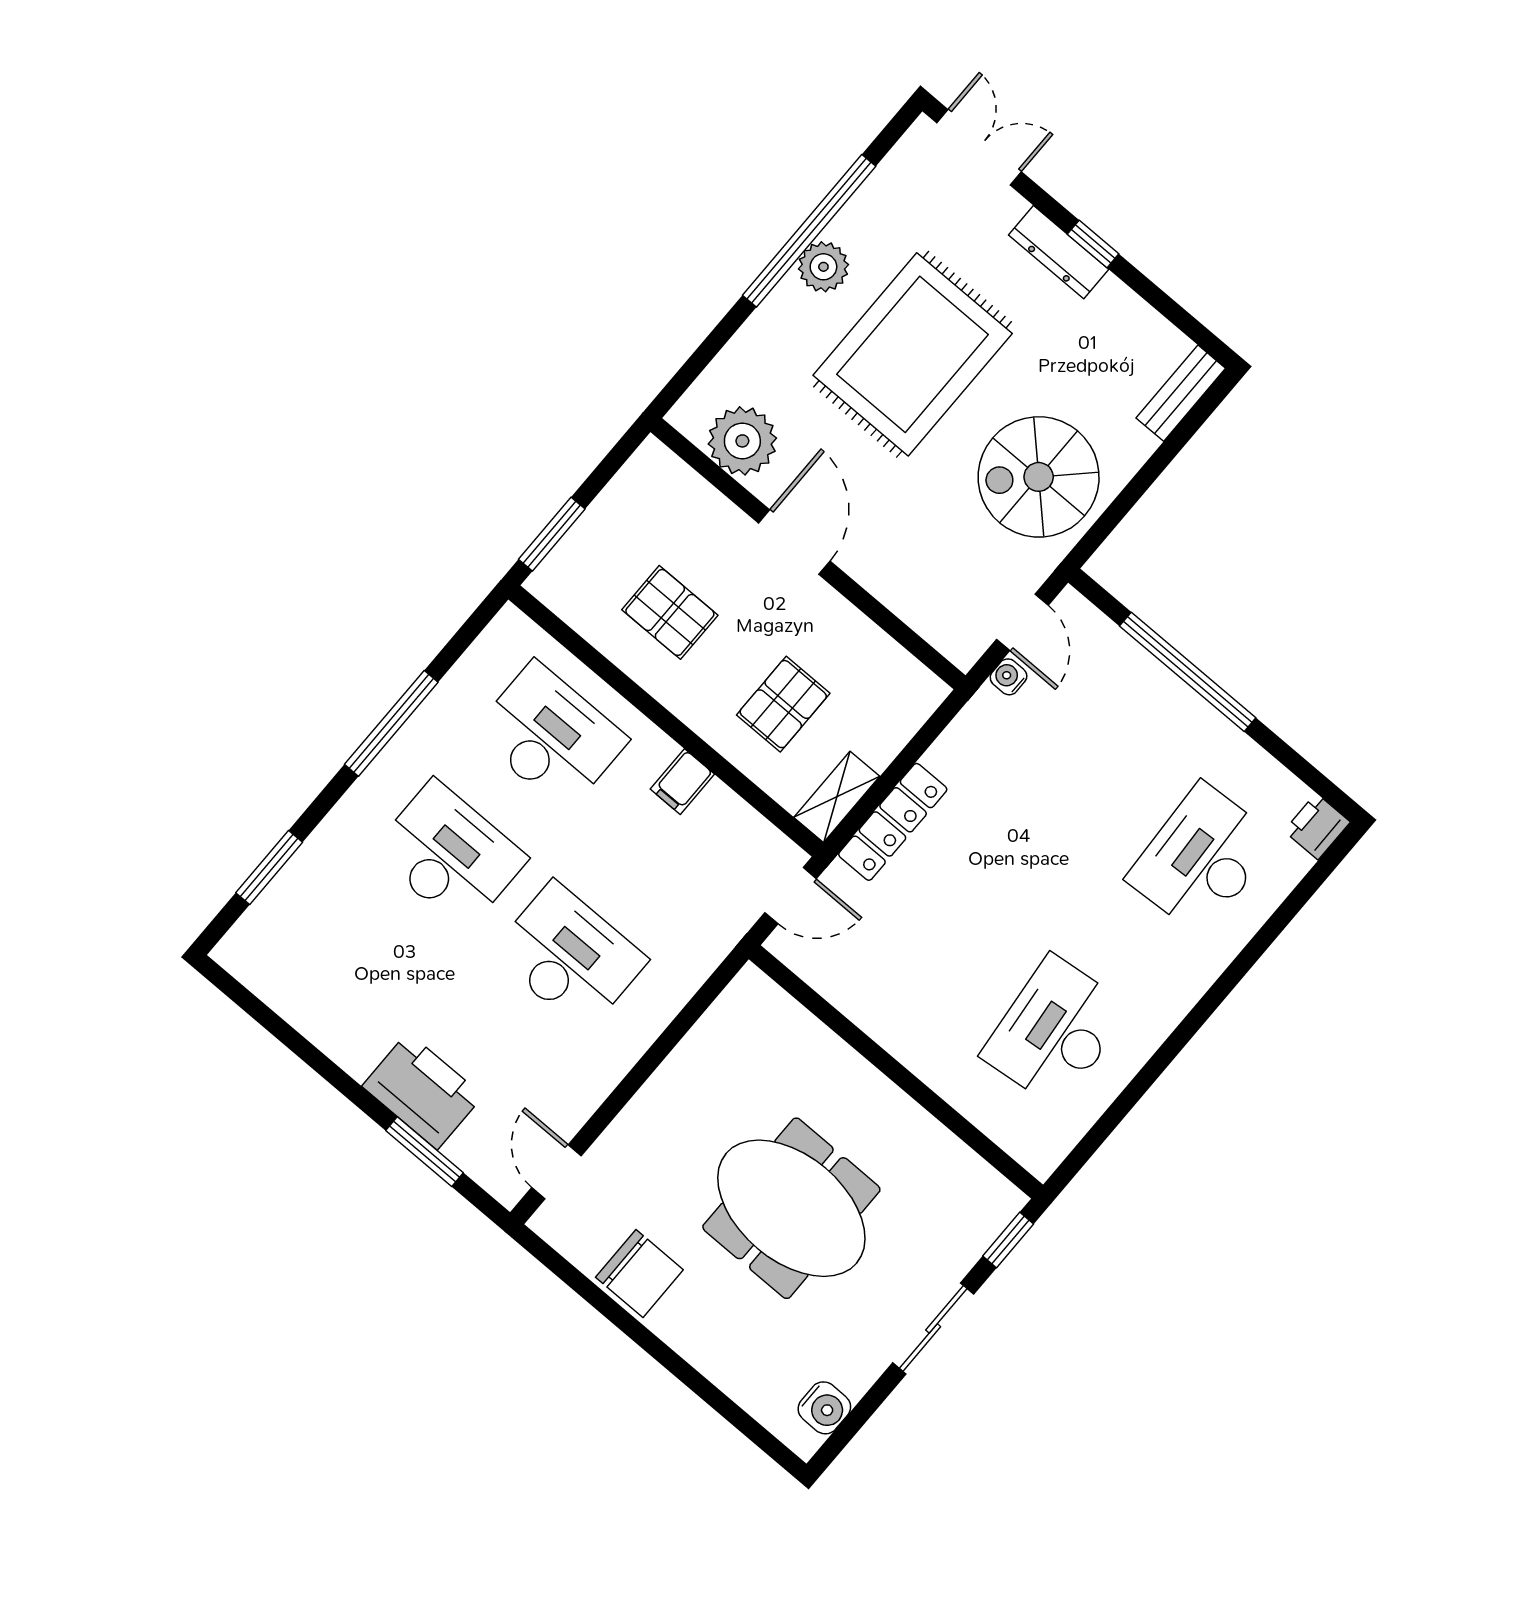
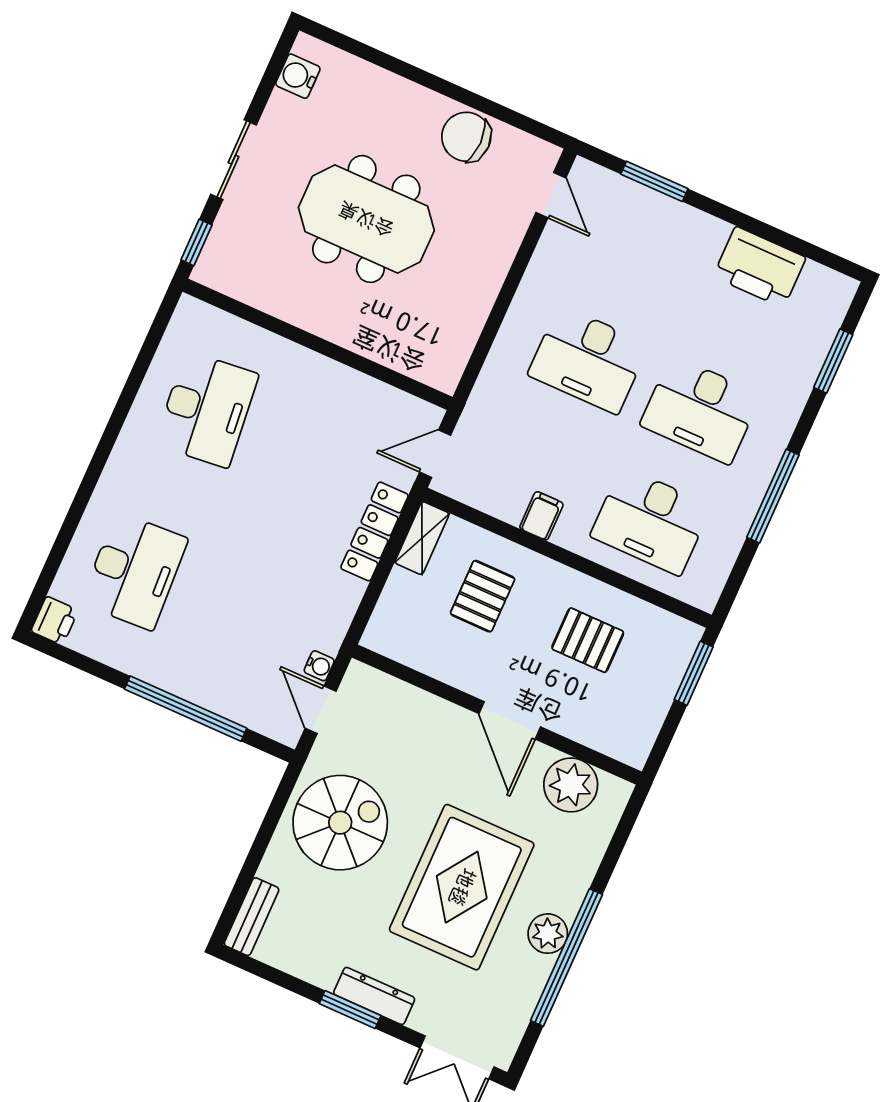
window: (1093, 244) -> (350, 1010), width x1.50
printer: (422, 1091) -> (760, 267), moved

